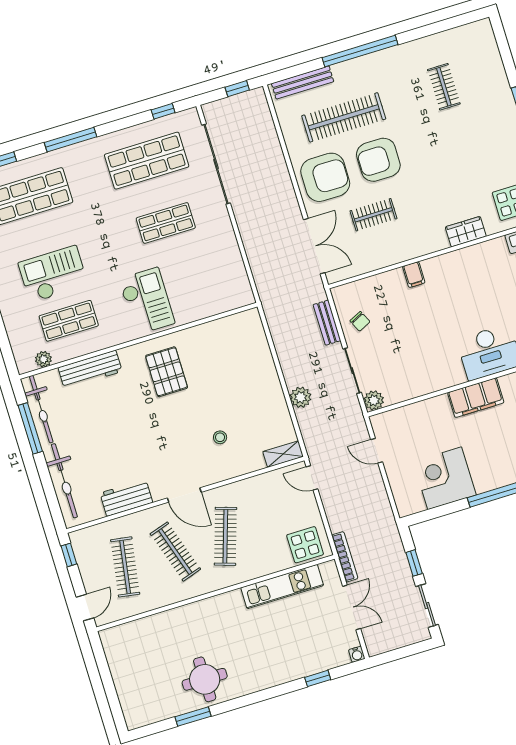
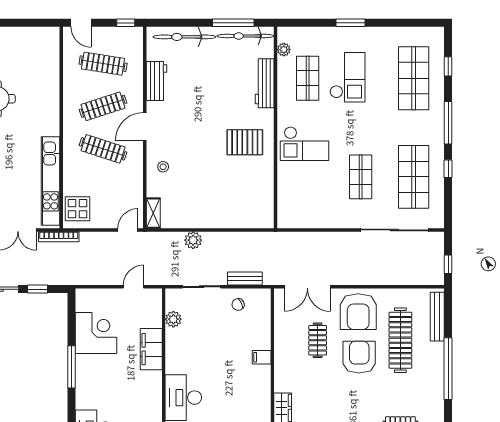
window: (163, 111) -> (448, 169), moved
filing cabinet: (476, 398) -> (151, 349), moved
plant: (374, 400) -> (173, 319), moved
stool: (220, 437) -> (163, 167), moved
kitchen unit: (282, 586) -> (51, 181), width x1.36

